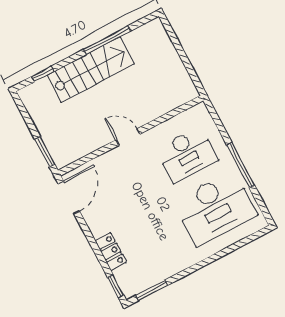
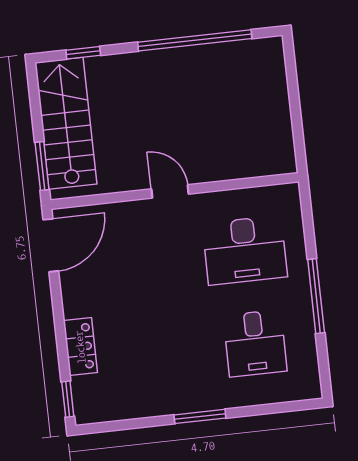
window: (107, 40) -> (195, 40), width x1.46
stairs: (91, 70) -> (66, 123), moved, turned -90
desk: (215, 208) -> (255, 343), width x0.53, depth x0.77
window: (152, 290) -> (200, 416), moved

